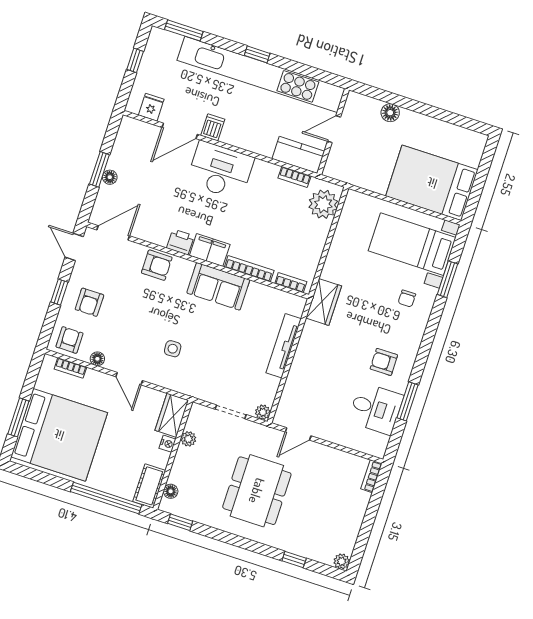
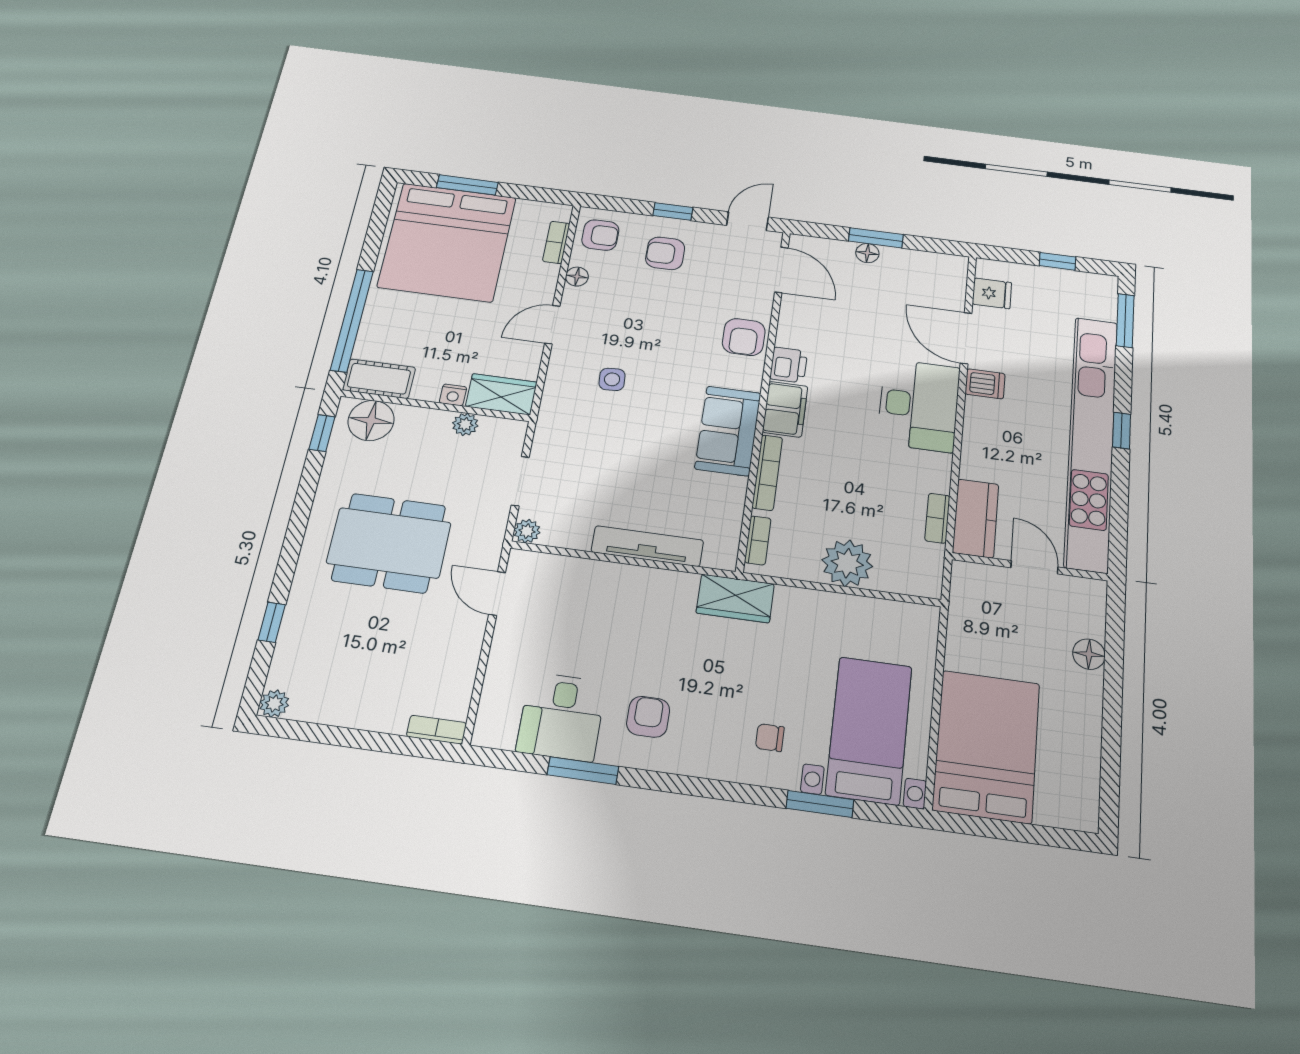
plant: (323, 204) -> (847, 563), moved
floor lamp: (171, 491) -> (371, 421), width x1.89, depth x1.89

